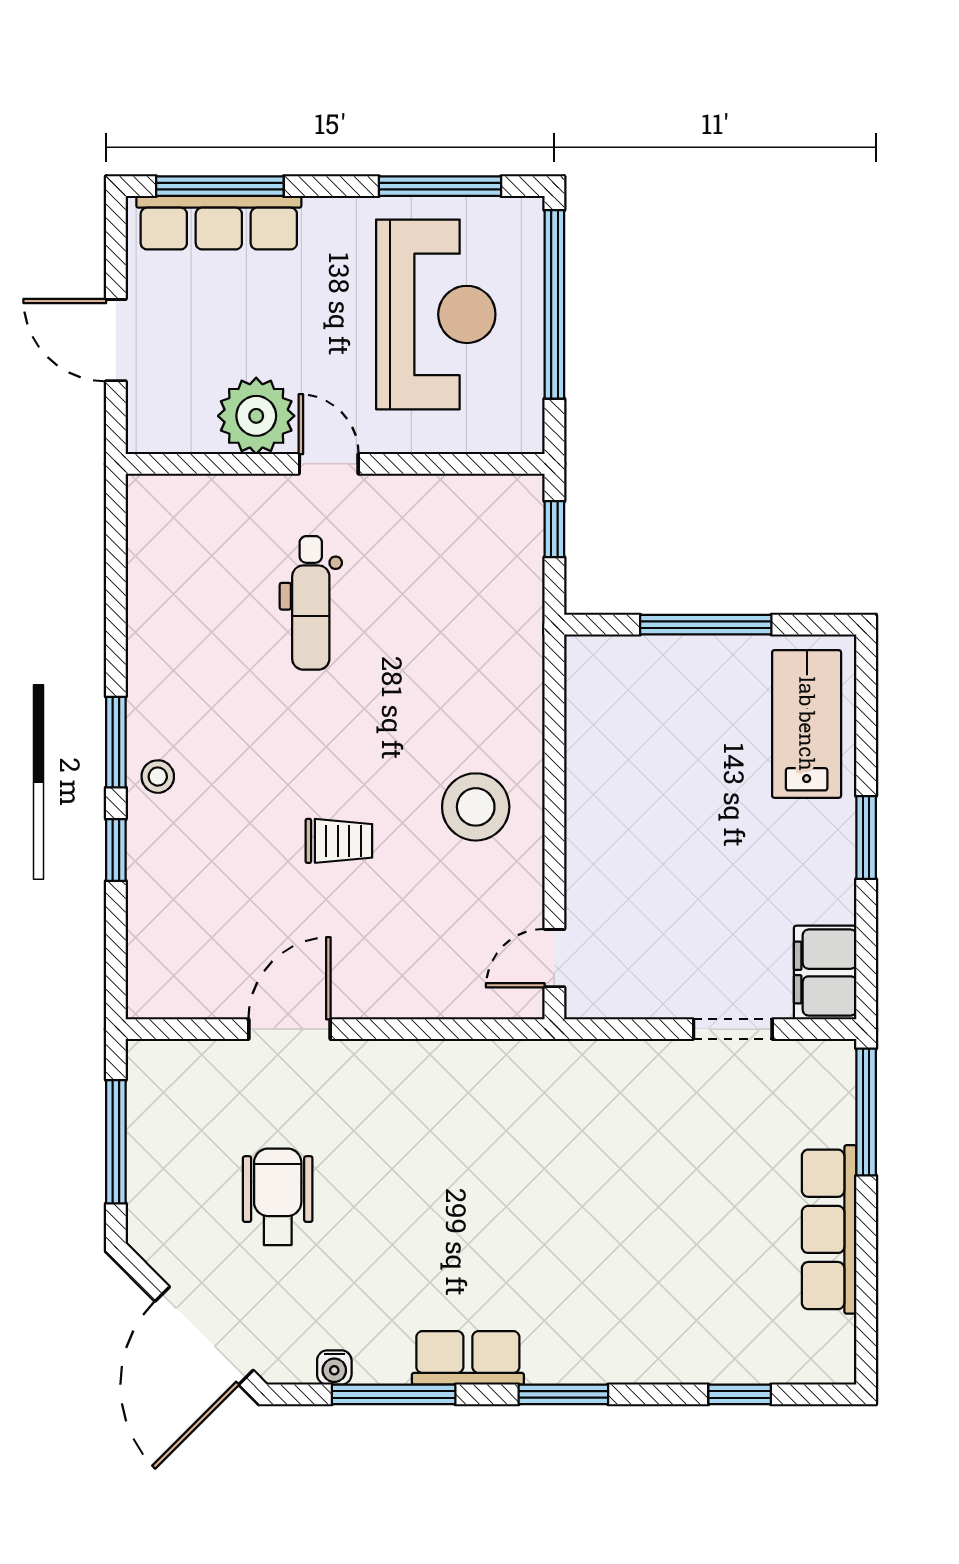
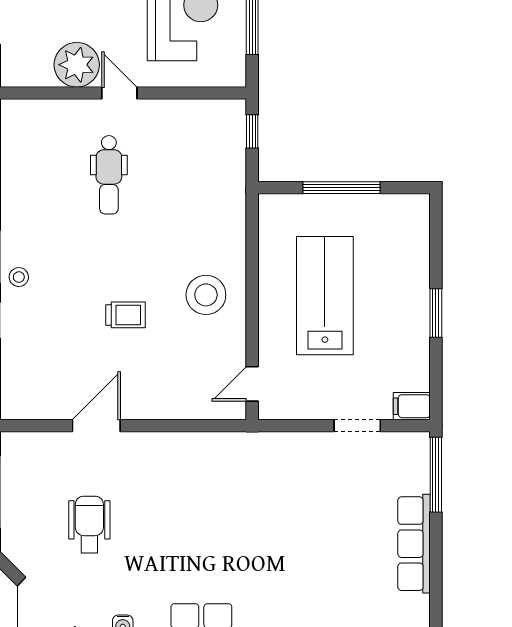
lab bench: (807, 724) -> (325, 296), moved, width x1.36, depth x1.39
filing cabinet: (825, 973) -> (412, 406), width x0.50

